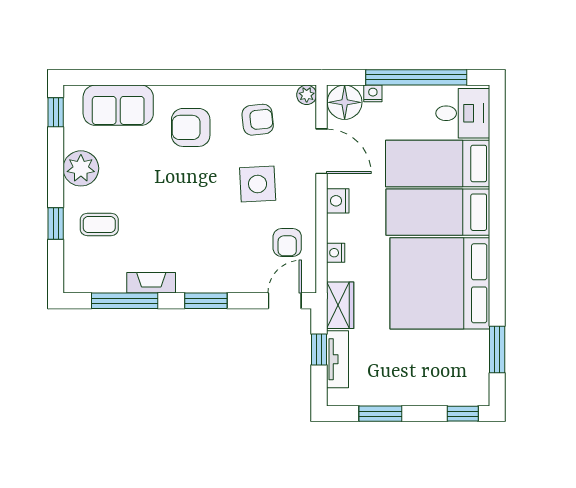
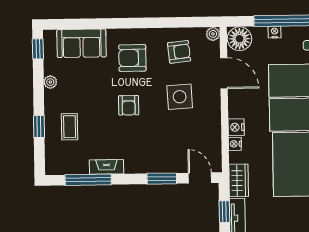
nightstand: (373, 93) -> (275, 32), moved
plant: (81, 168) -> (50, 82), width x0.53, depth x0.53
nightstand: (338, 201) -> (236, 127), moved
coffee table: (99, 224) -> (70, 127), turned 90
armchair: (287, 242) -> (129, 105), moved
window: (206, 301) -> (162, 179), moved
door: (285, 301) -> (200, 178), hinge flipped

